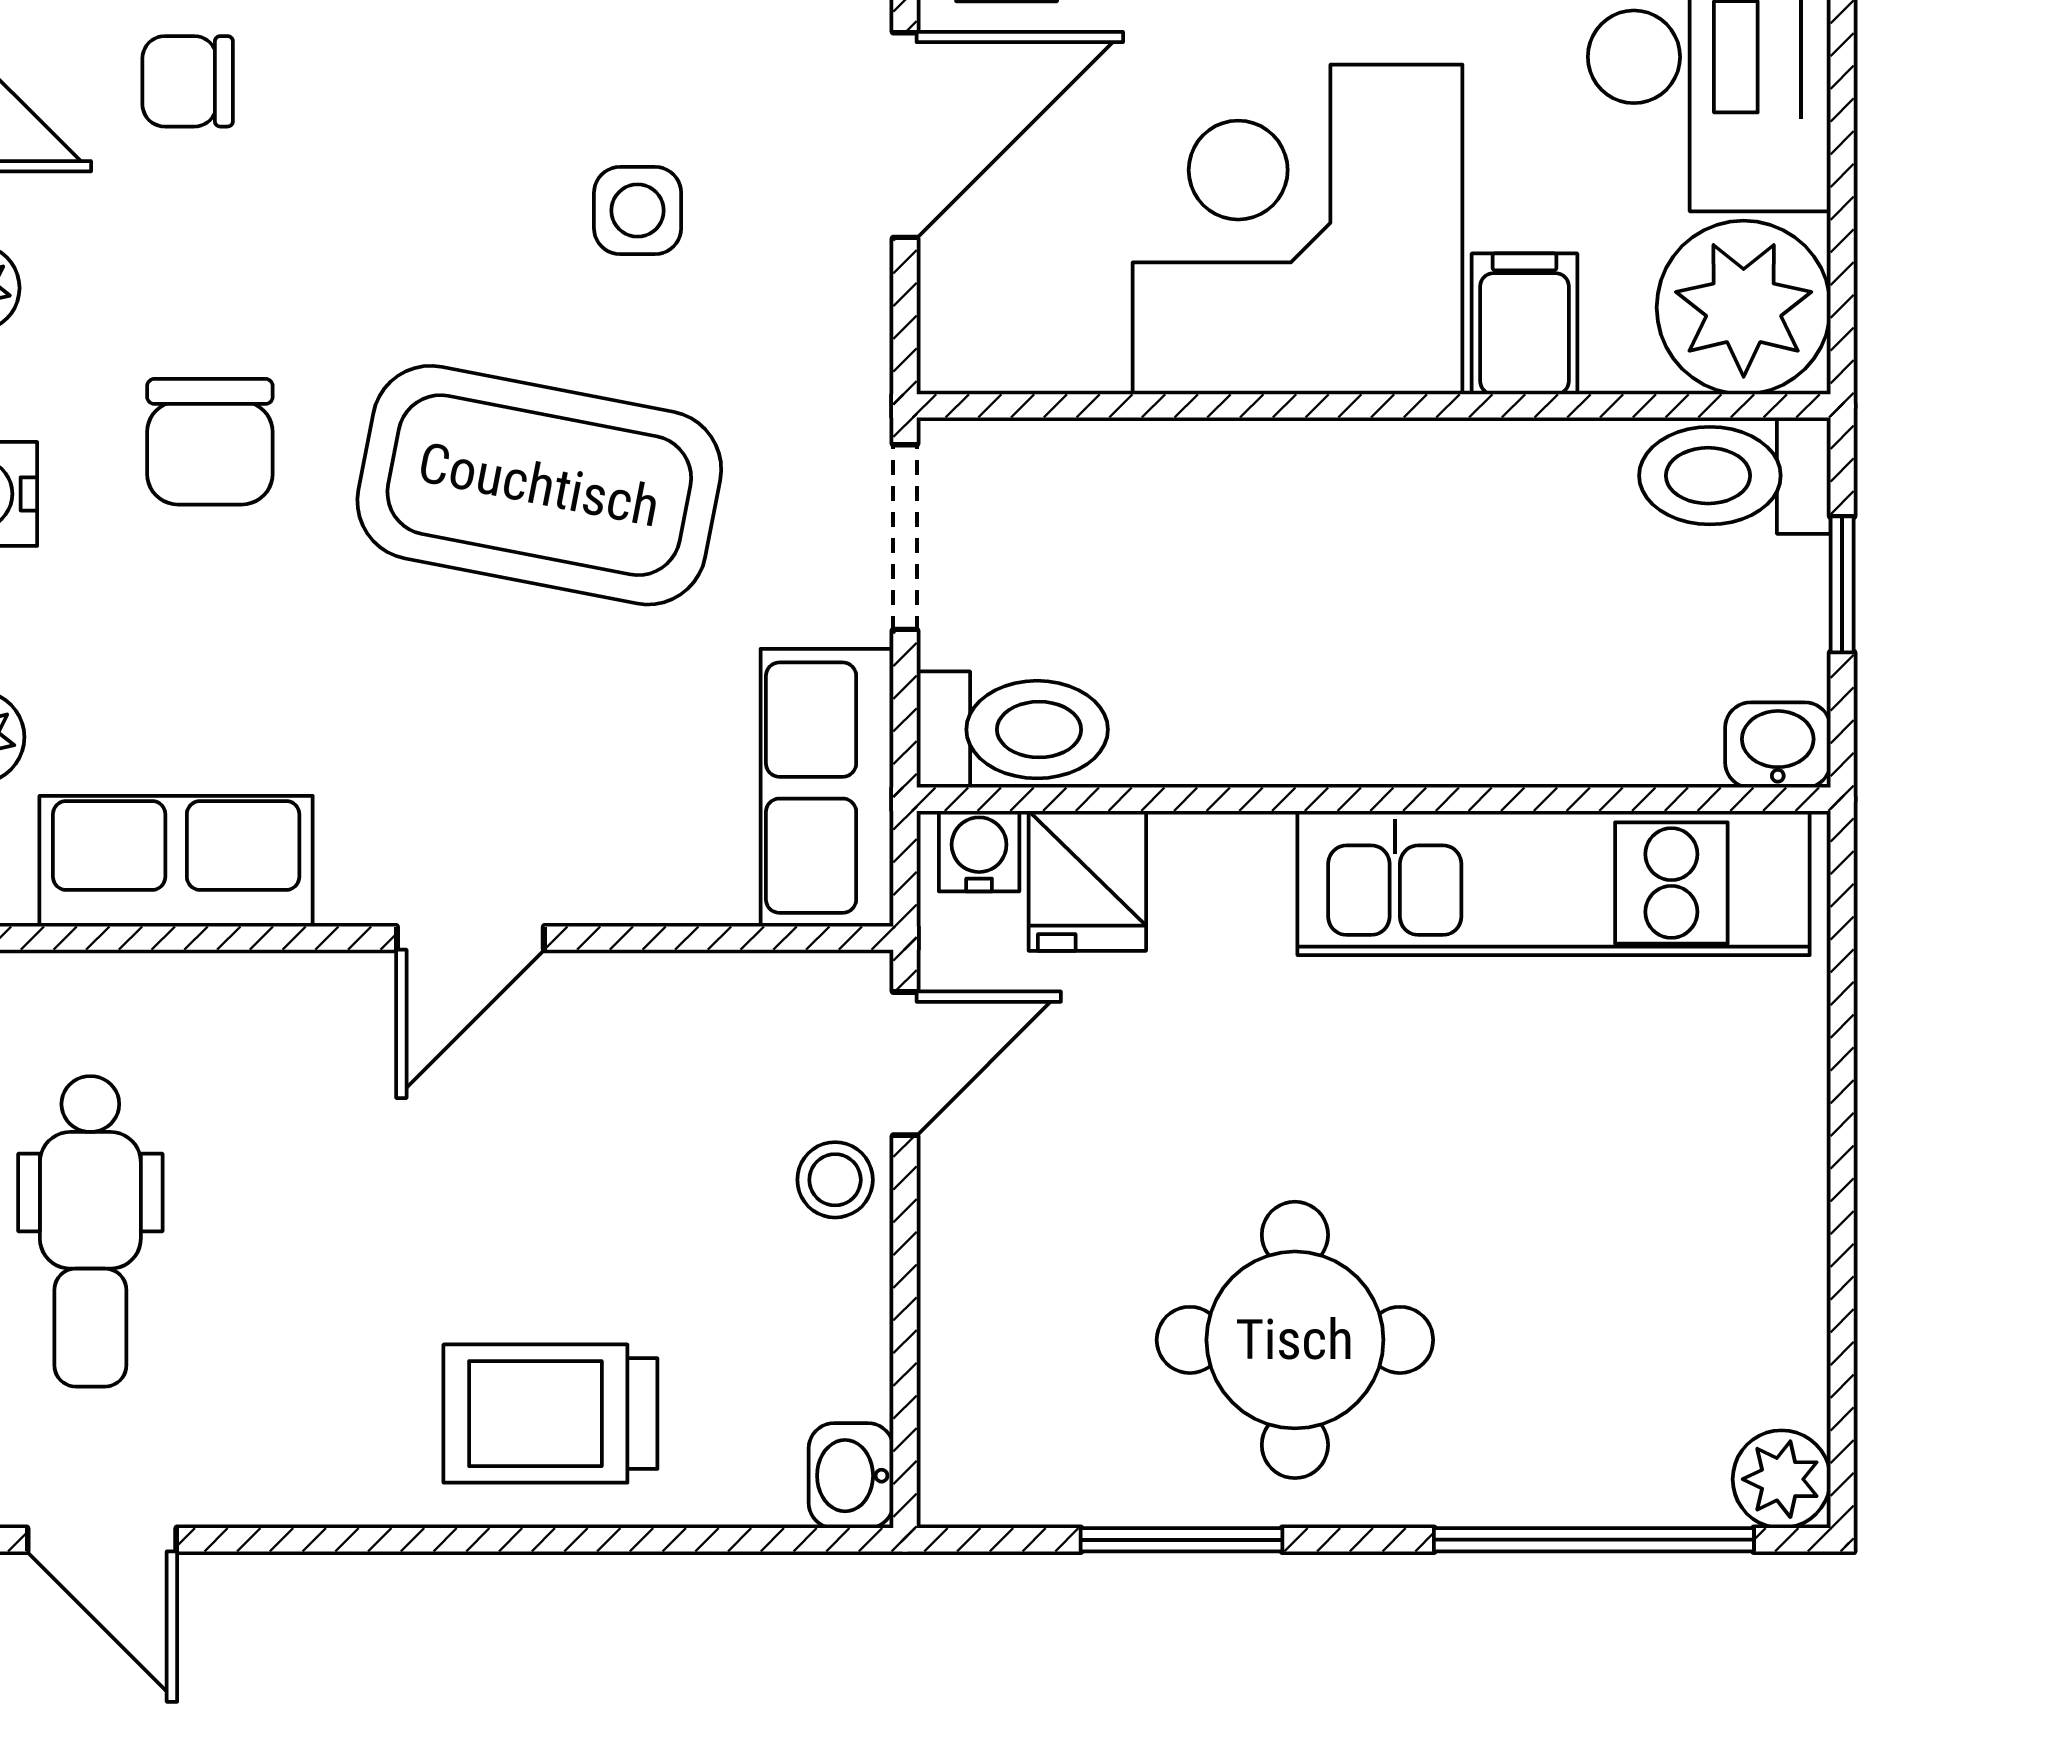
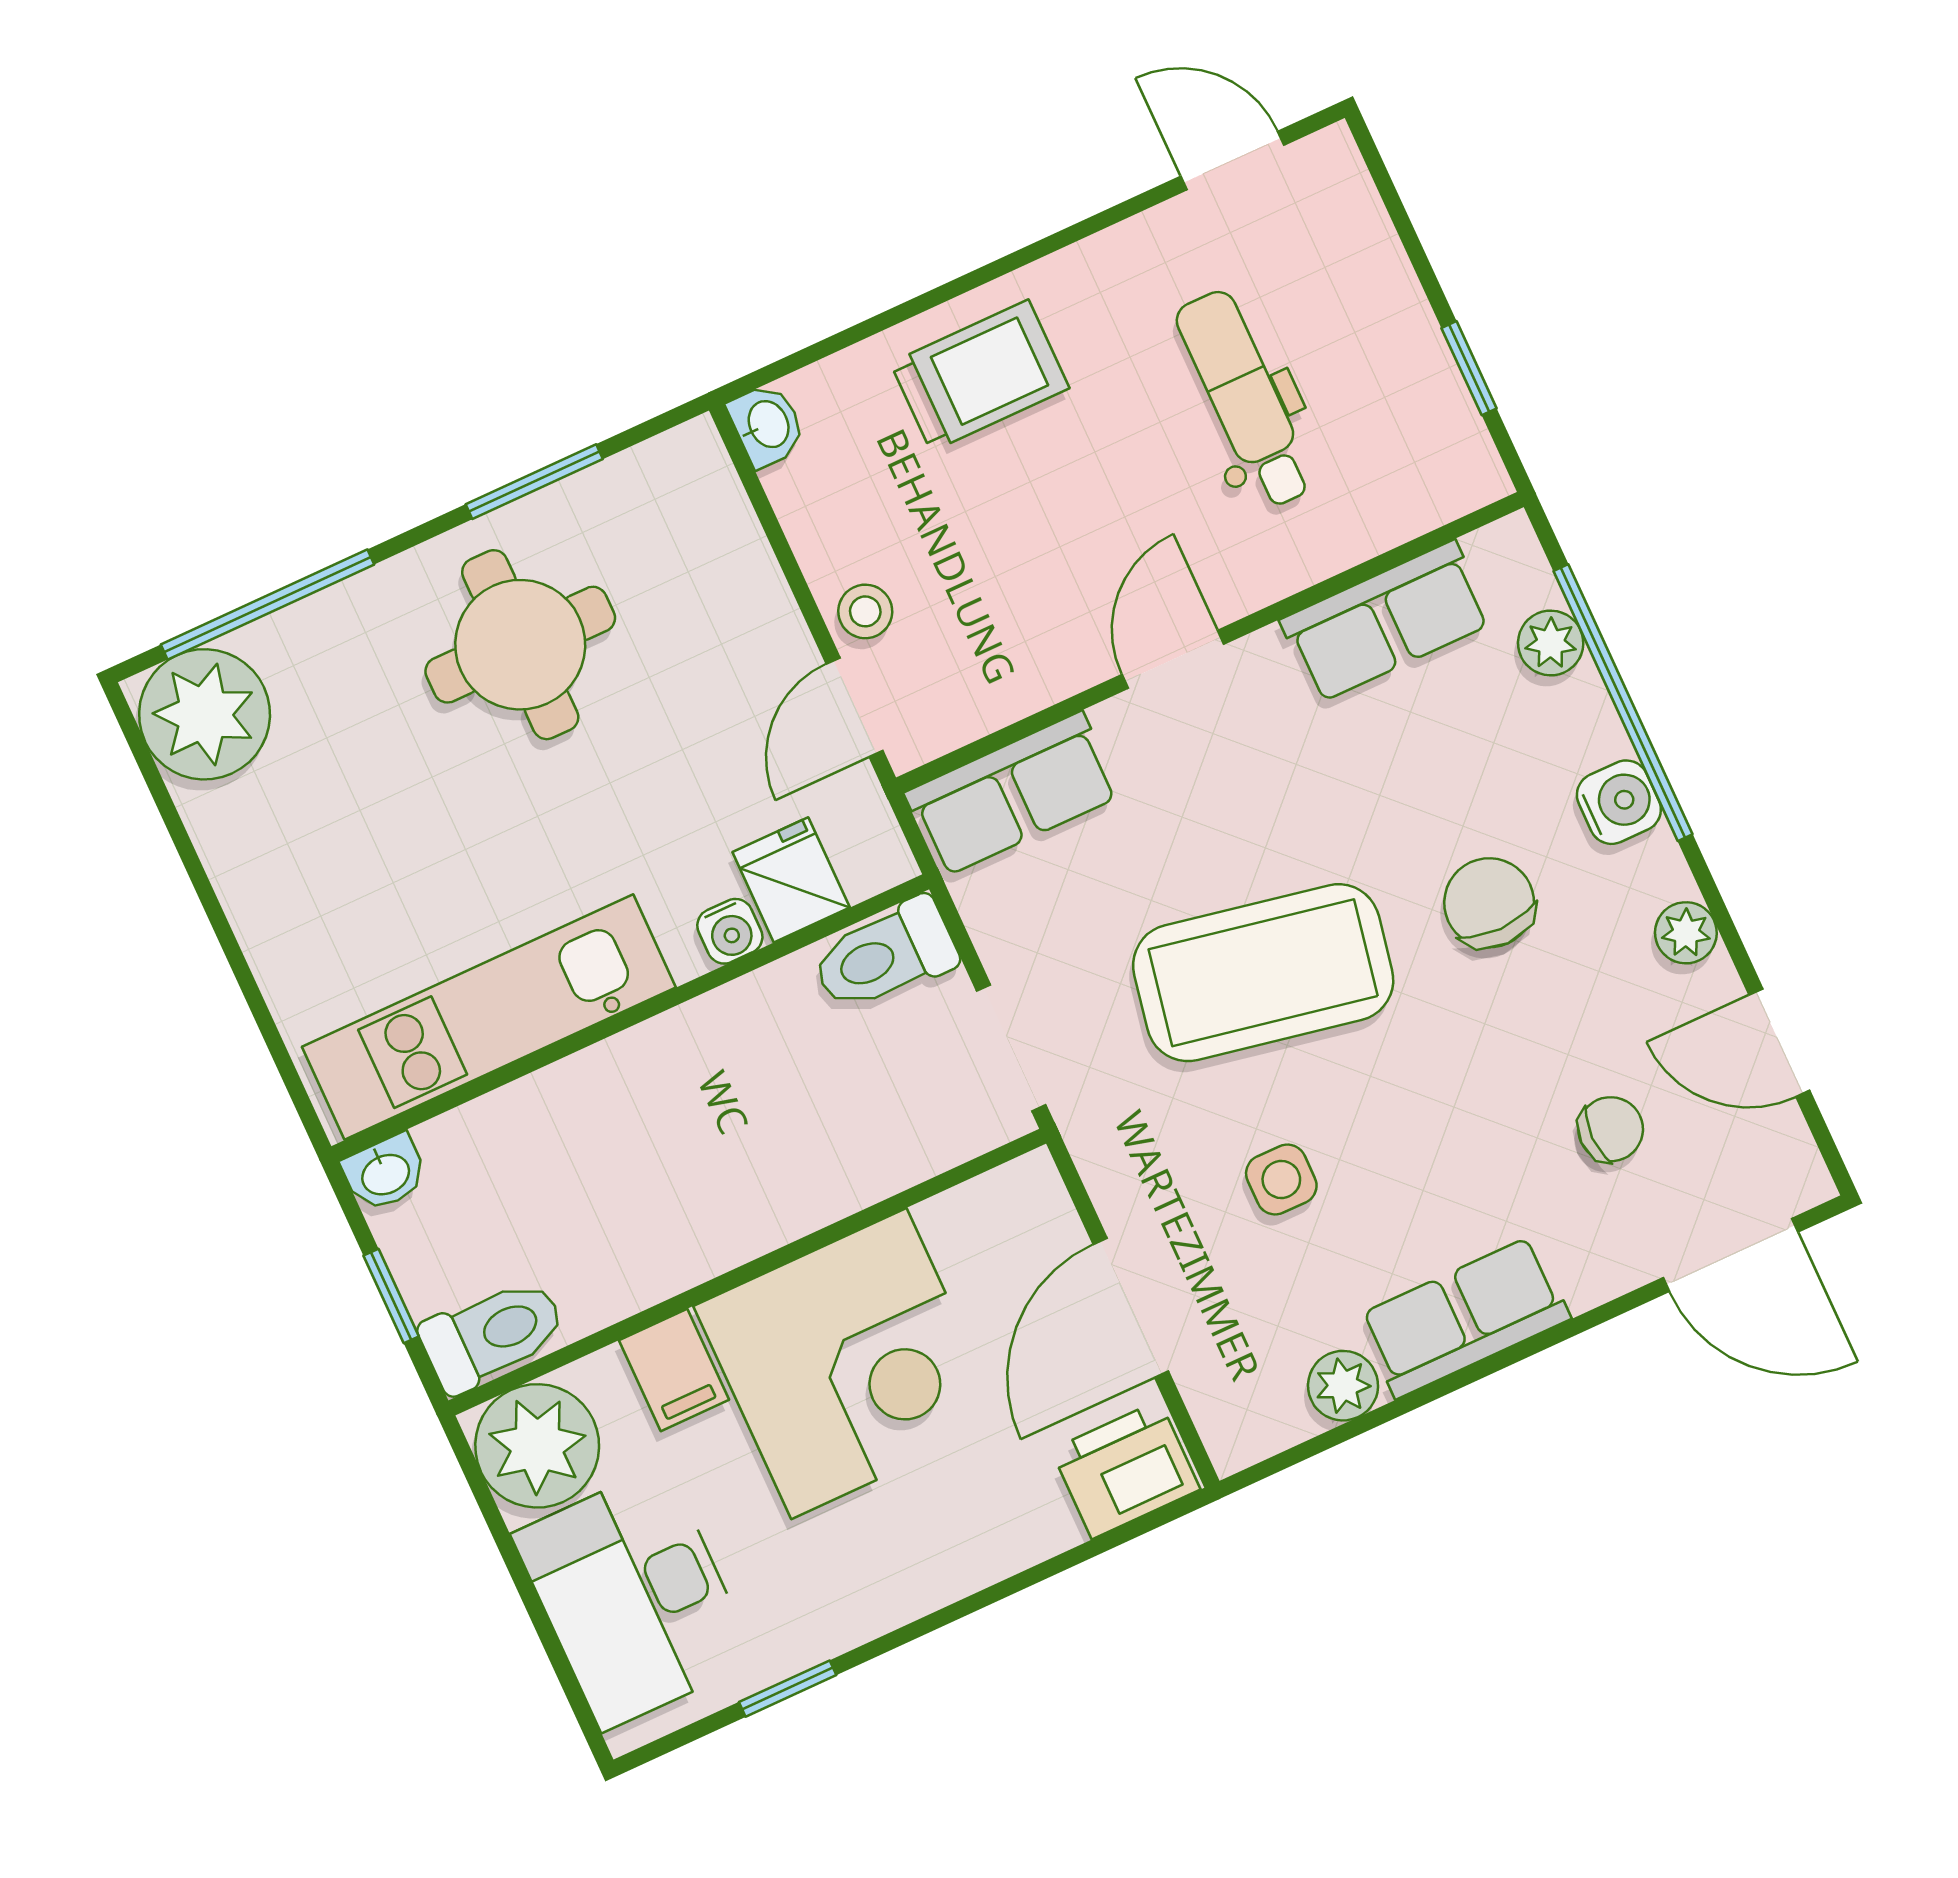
row of seats: (827, 788) -> (1012, 794), moved, turned 90
water cooler: (979, 851) -> (730, 931), moved
dental chair: (90, 1231) -> (1245, 399), moved
plant: (1782, 1479) -> (205, 714), width x1.87, depth x1.87

